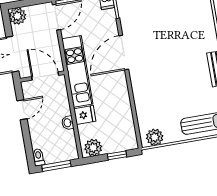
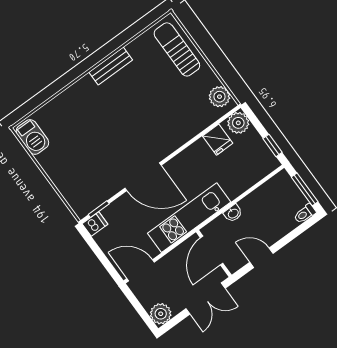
fridge: (85, 115) -> (218, 140), moved, turned 180
washbasin: (68, 123) -> (233, 213), moved
plant: (93, 148) -> (238, 123), moved
window: (117, 155) -> (273, 145), moved

